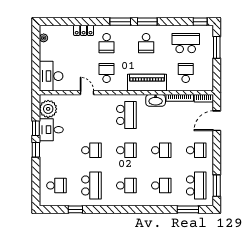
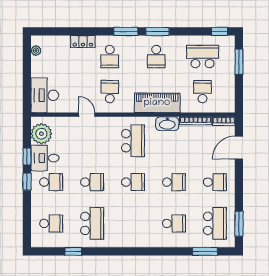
school desk: (126, 185) -> (51, 182), moved

